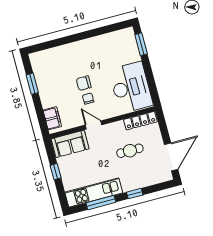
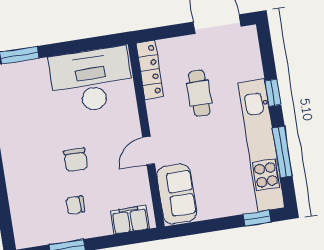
chair: (88, 99) -> (75, 205), moved
window: (56, 172) -> (257, 218), moved
kitchen unit: (94, 193) -> (261, 145), width x1.36

